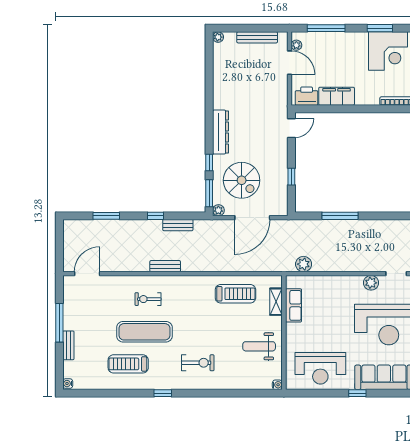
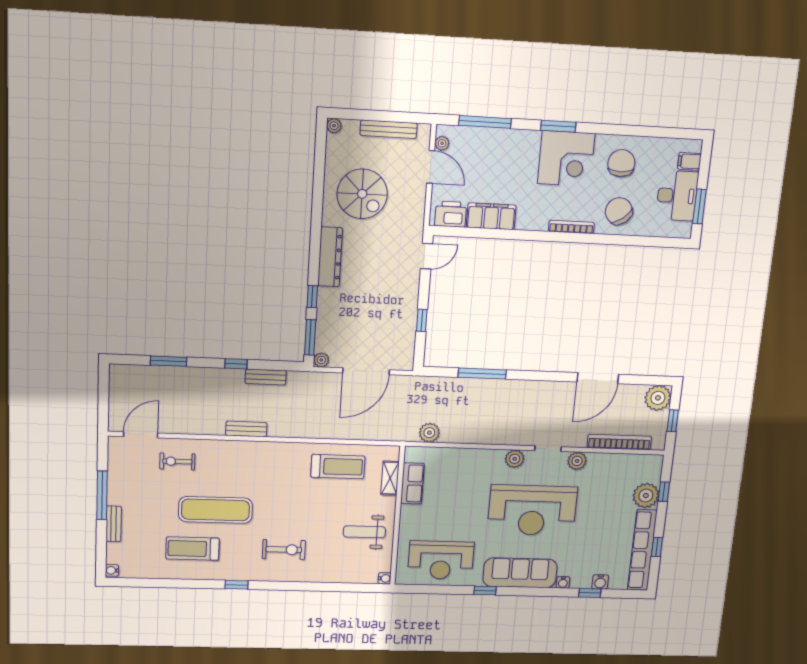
spiral stairs: (242, 180) -> (362, 194), moved
exercise bike: (148, 299) -> (177, 461), moved

